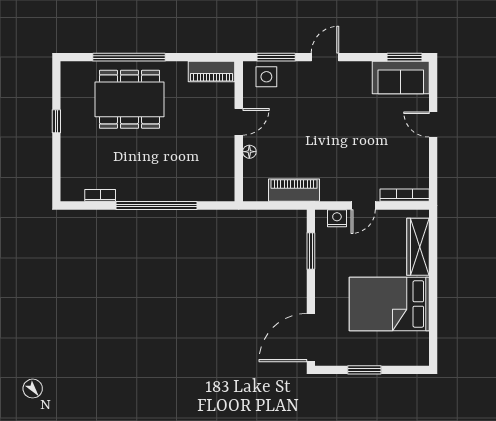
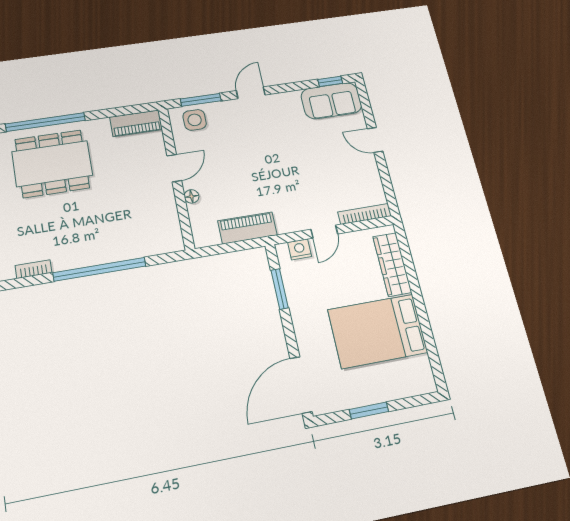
window: (404, 57) -> (330, 81), width x0.67

